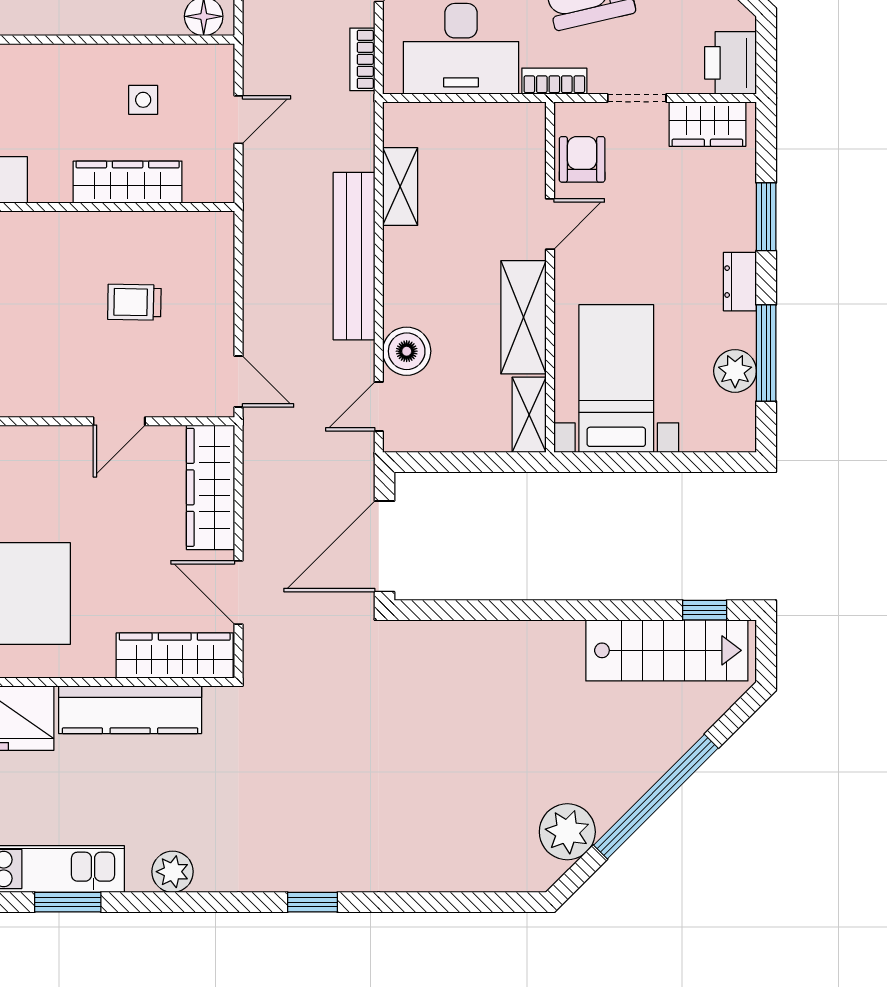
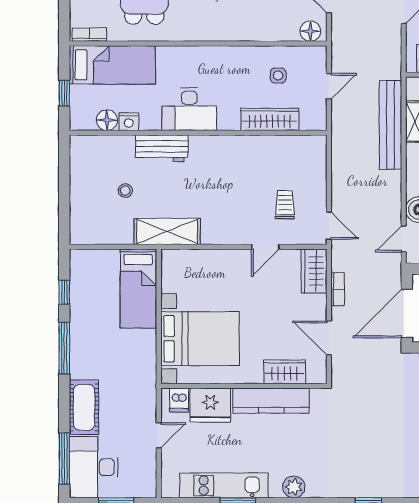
bookcase: (362, 59) -> (338, 289), moved, turned 180
bench: (354, 256) -> (390, 125), moved
trolley: (134, 302) -> (285, 205), moved, turned 89
wardrobe: (211, 487) -> (314, 271), width x0.67
wardrobe: (175, 656) -> (285, 372), width x0.67

